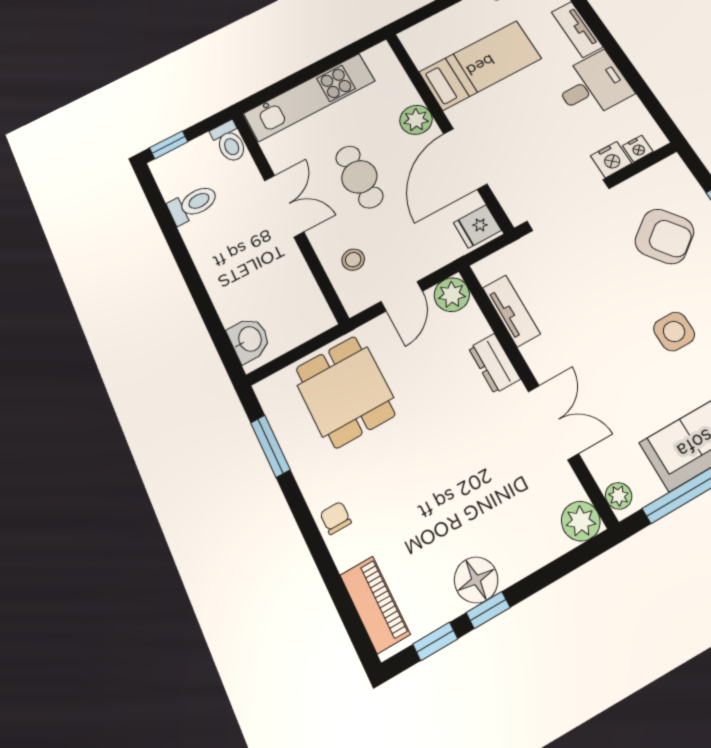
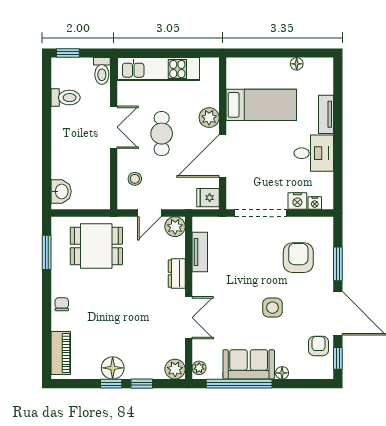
armchair: (664, 236) -> (298, 258), turned -143
dining table: (345, 392) -> (96, 246), turned 90
window: (435, 641) -> (142, 384), moved

